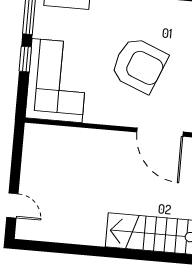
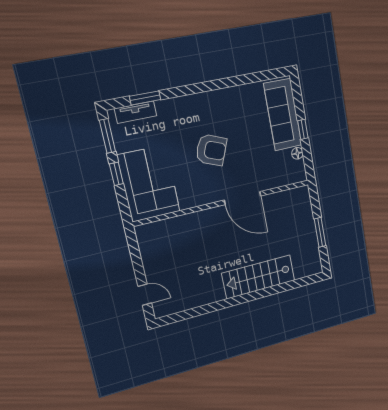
armchair: (139, 65) -> (211, 150), width x0.73, depth x0.73

